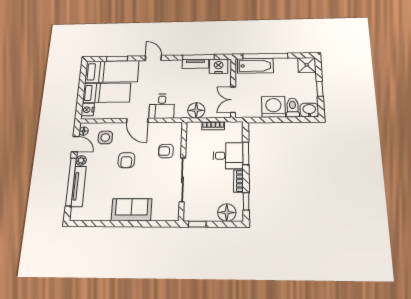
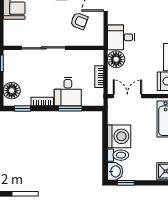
window: (320, 89) -> (126, 183), moved
desk: (162, 106) -> (121, 37), moved
armchair: (166, 151) -> (79, 21), moved, turned 111

